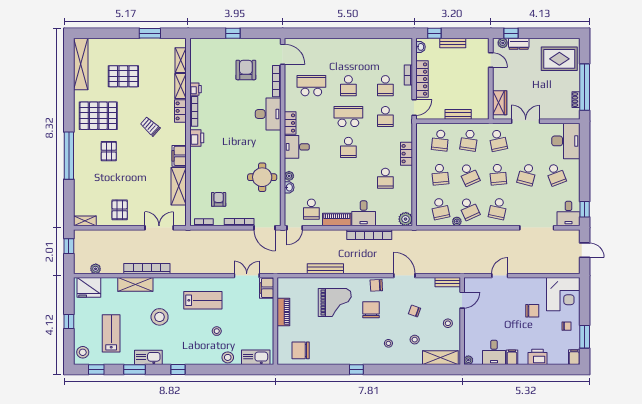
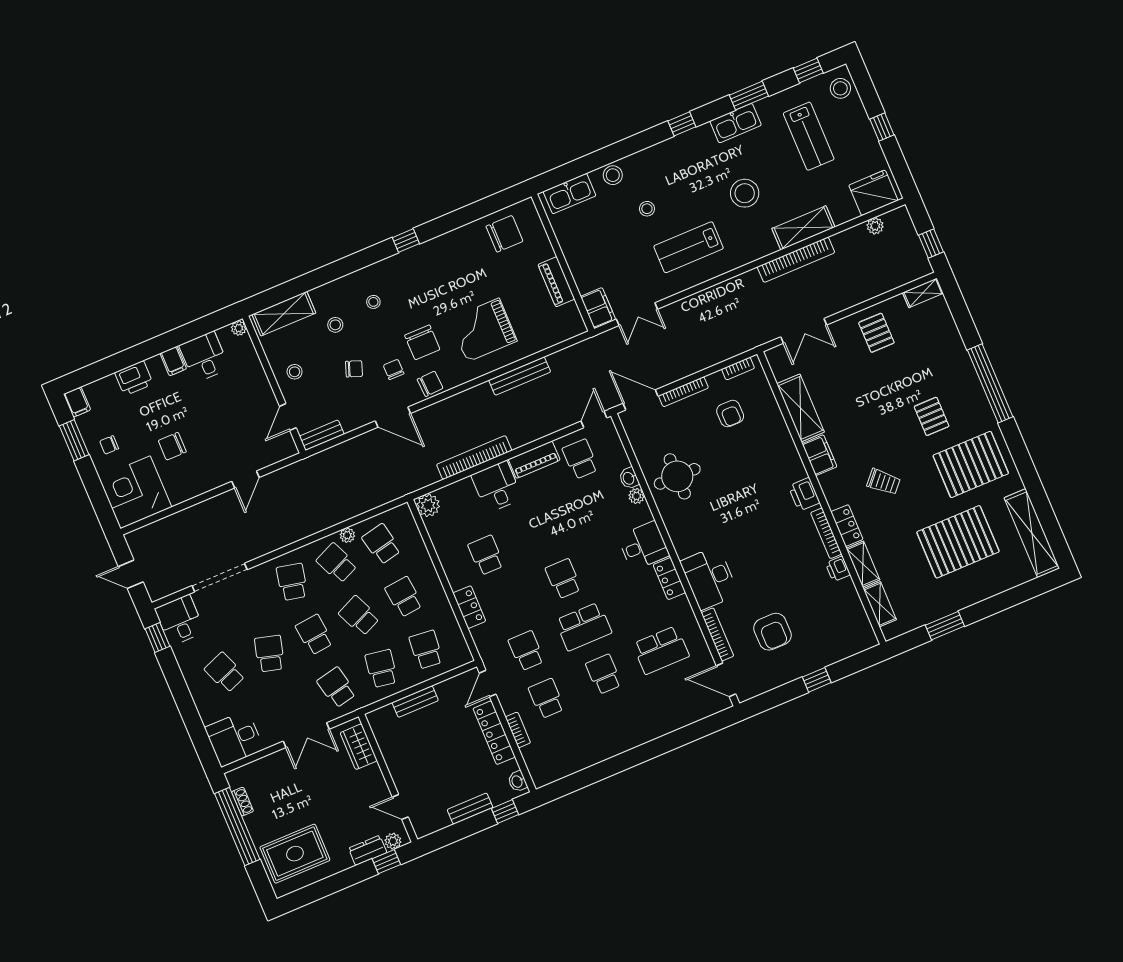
pallet: (123, 76) -> (958, 542), width x1.37, depth x1.41
desk: (566, 141) -> (234, 738), width x0.73
chair: (393, 302) -> (394, 369), added

